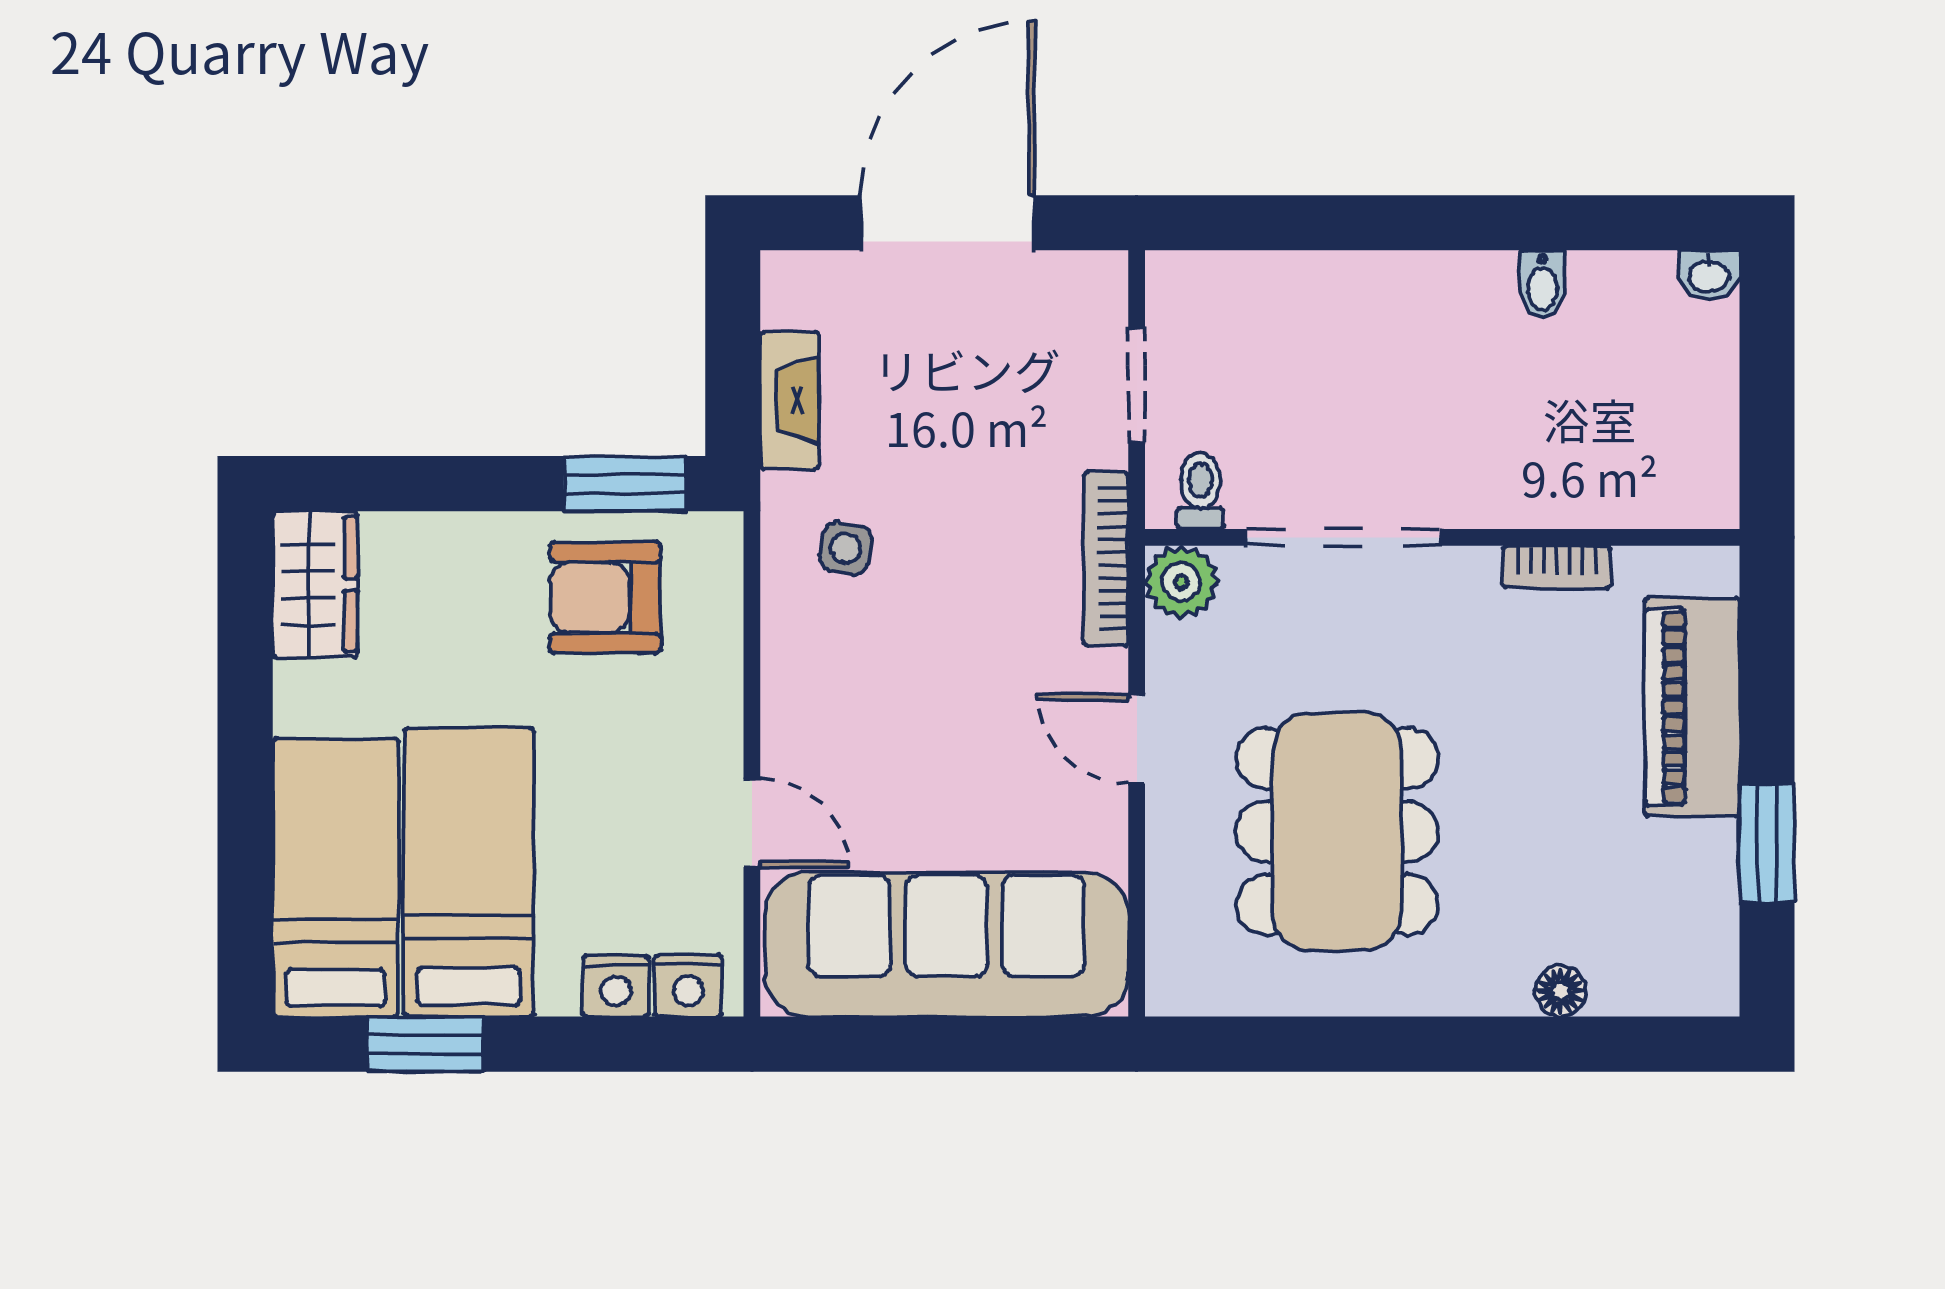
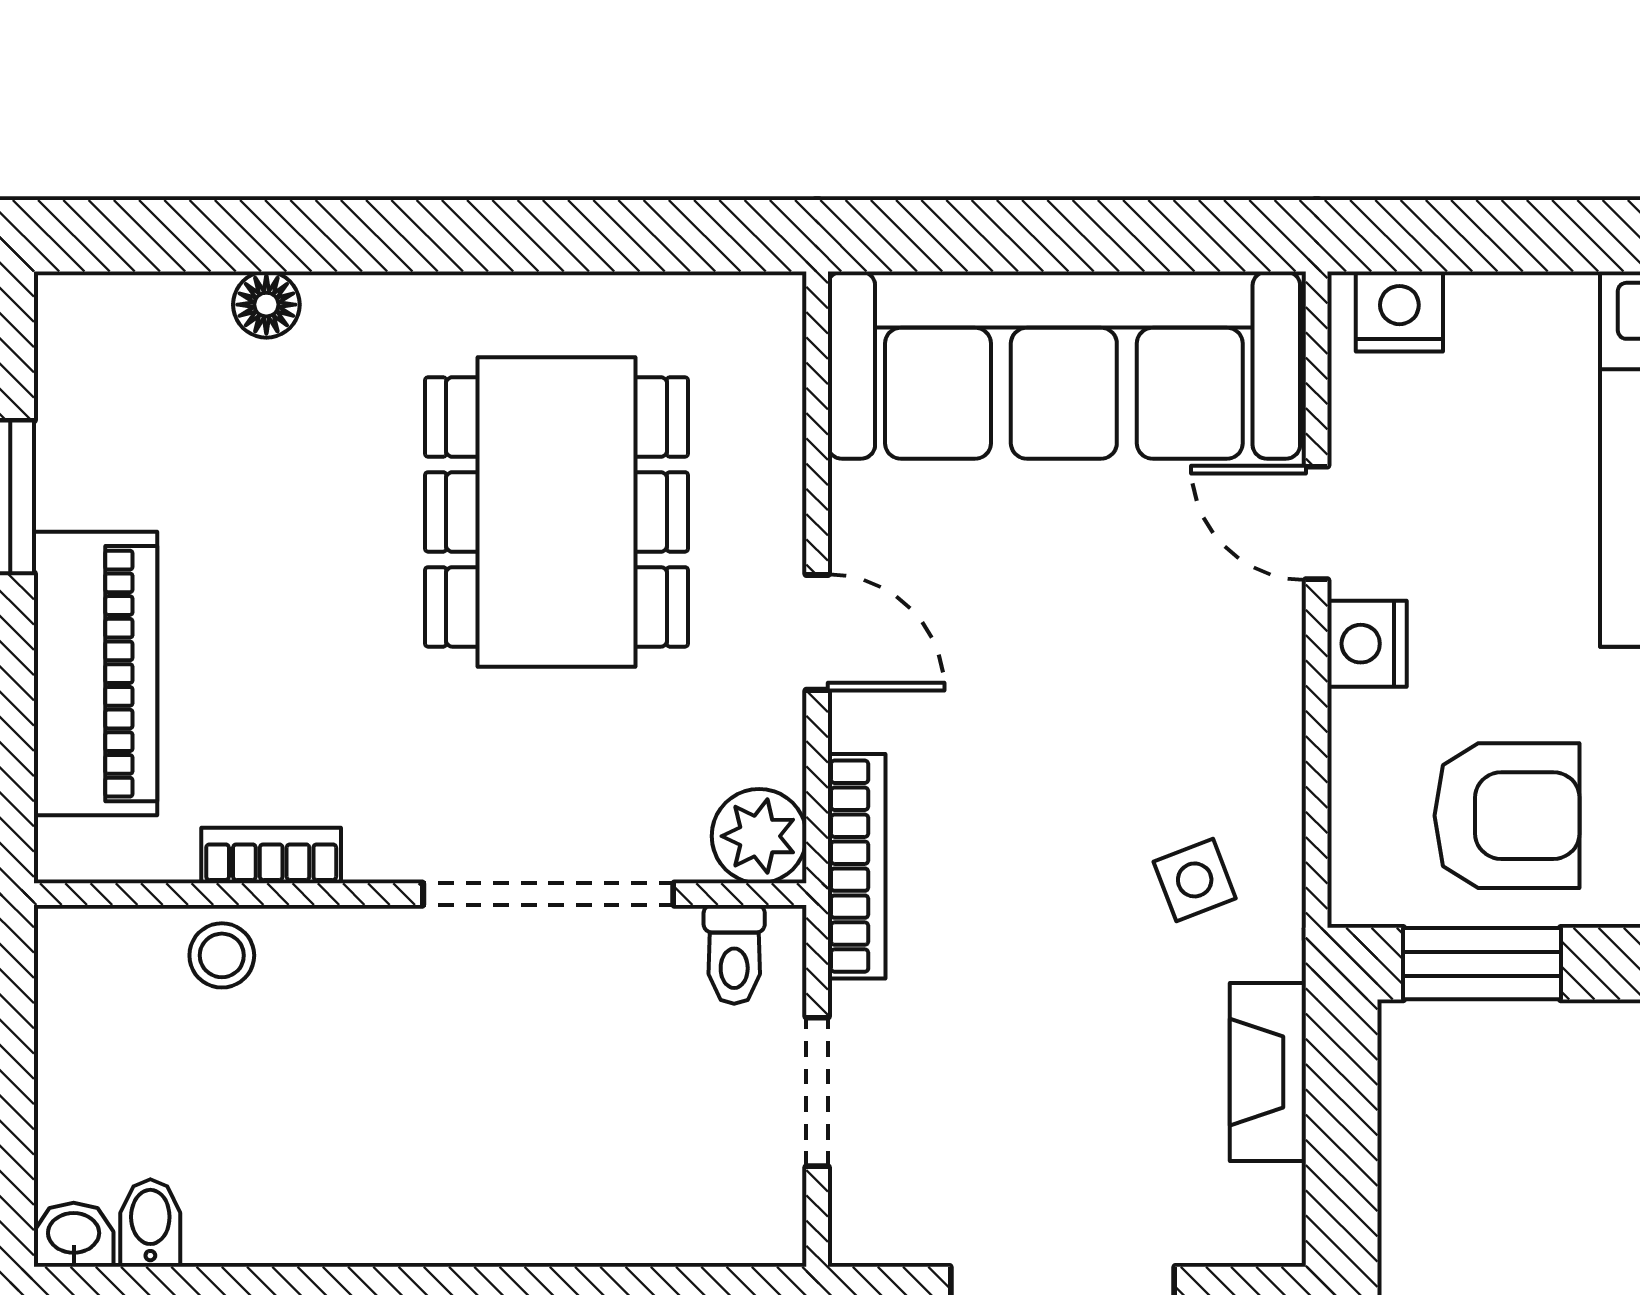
bidet: (1542, 284) -> (150, 1223), moved
stool: (1595, 490) -> (222, 955), added
side table: (846, 548) -> (1195, 880), turned -32
nightstand: (616, 986) -> (1367, 644), moved, turned -90

